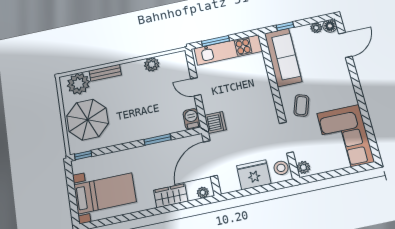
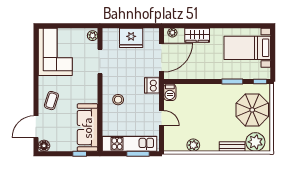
plant: (316, 28) -> (55, 147), removed
coffee table: (301, 106) -> (51, 101), moved
window: (158, 140) -> (232, 81), moved
stool: (281, 168) -> (118, 100), moved

